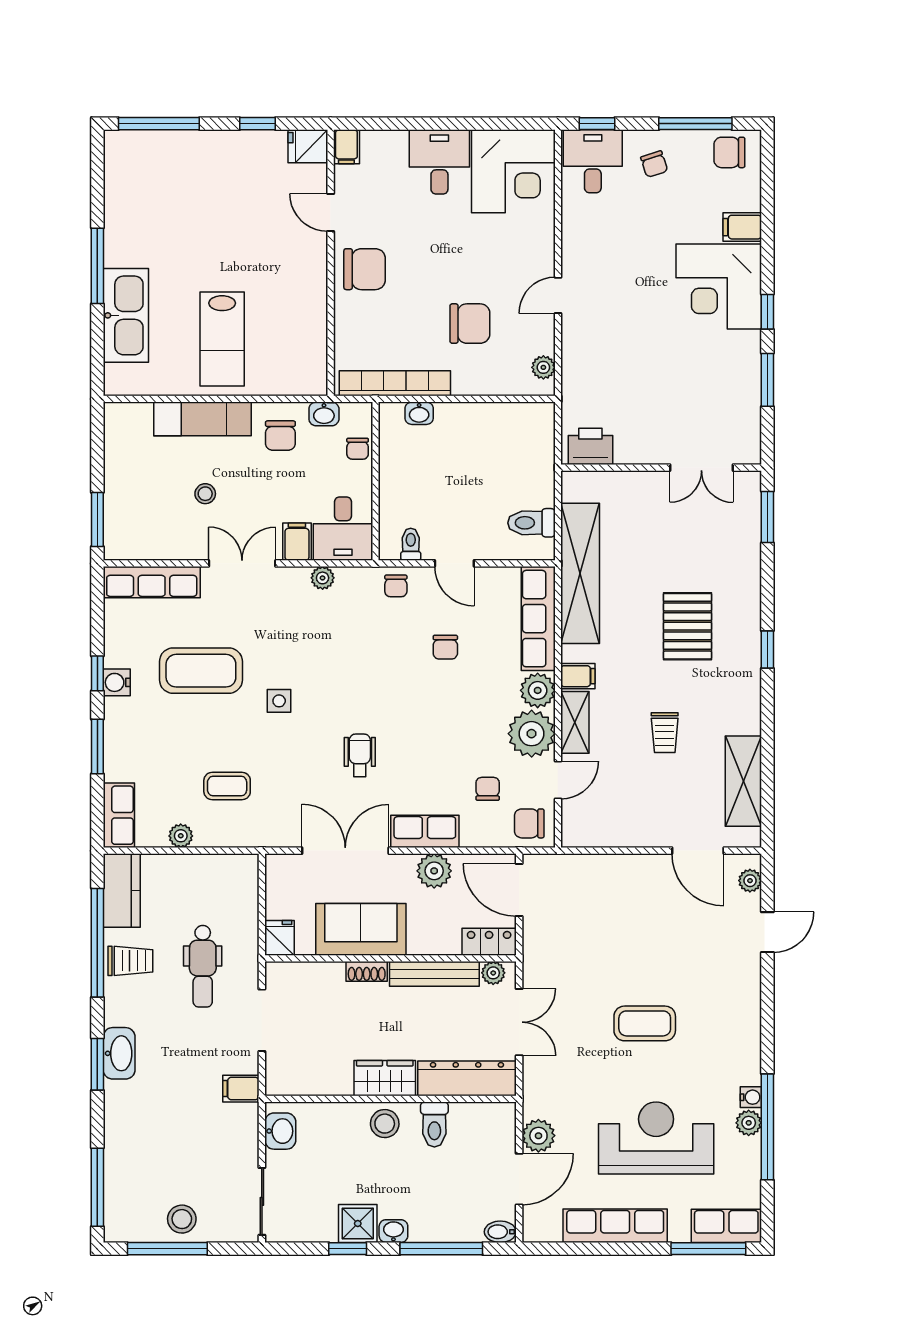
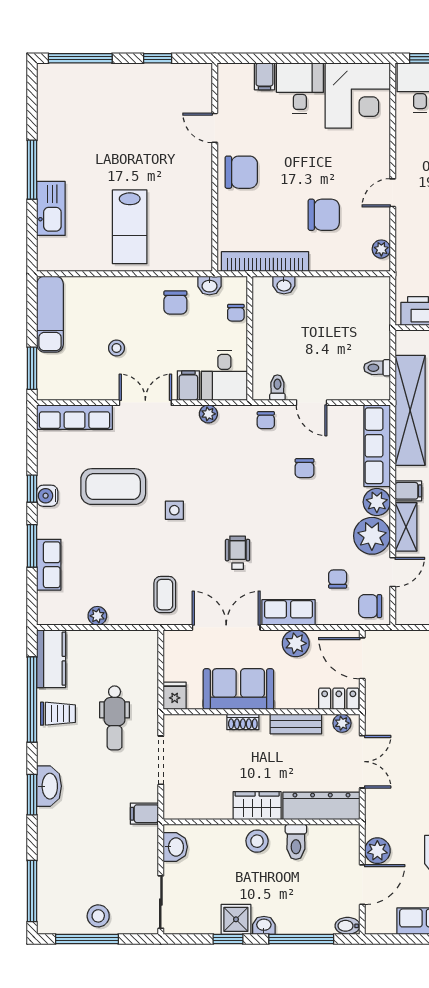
fridge: (308, 146) -> (197, 76), removed
filing cabinet: (346, 147) -> (265, 76), moved
kitchen sink: (126, 315) -> (51, 208), width x0.73, depth x0.81
exam couch: (203, 419) -> (50, 314), moved, turned -90
toilet: (531, 523) -> (377, 368), width x0.73, depth x0.72
coffee table: (227, 786) -> (165, 595), moved, turned 90
row of seats: (119, 815) -> (49, 565), moved
bench: (434, 974) -> (296, 724), width x0.73

